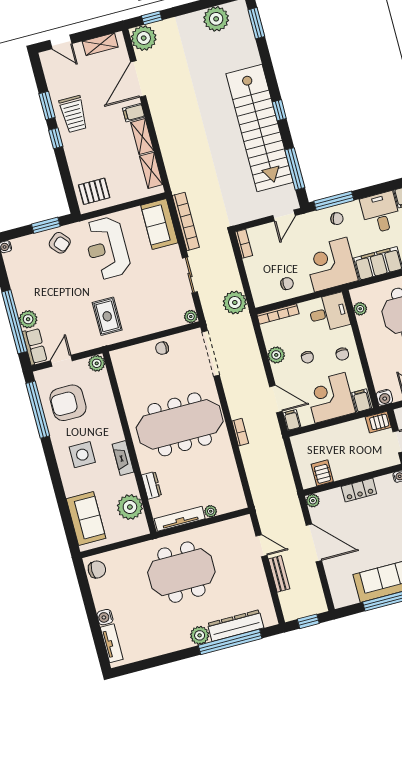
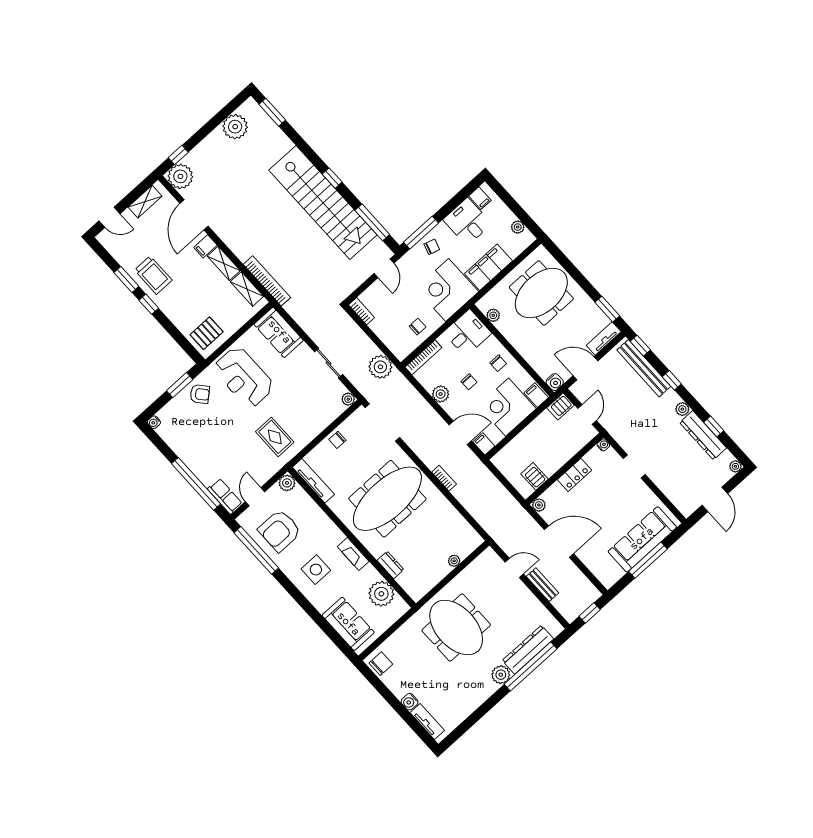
bookcase: (186, 221) -> (267, 281), moved
plant: (28, 319) -> (207, 475), removed
tv unit: (180, 519) -> (313, 481), moved, turned 90
meeting table: (181, 572) -> (456, 628), turned 90

